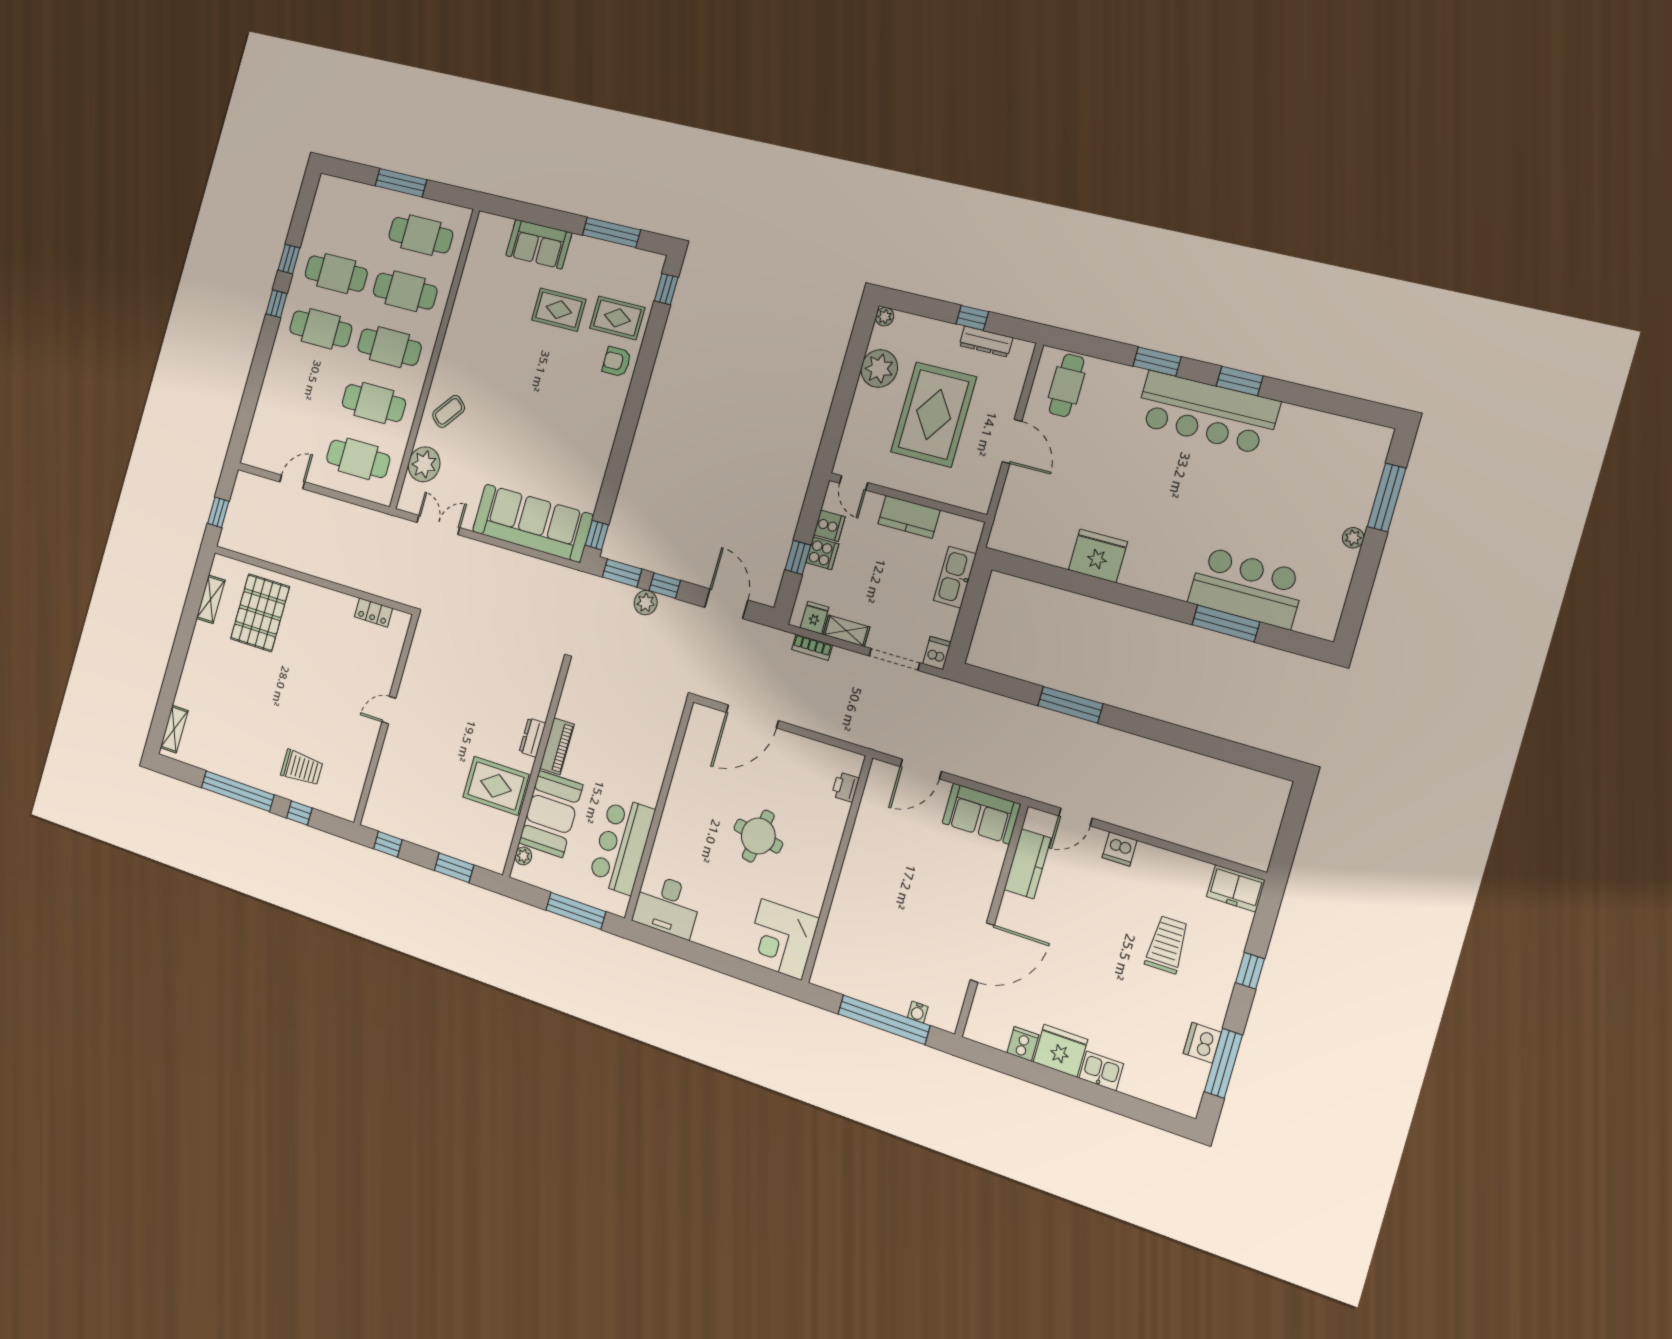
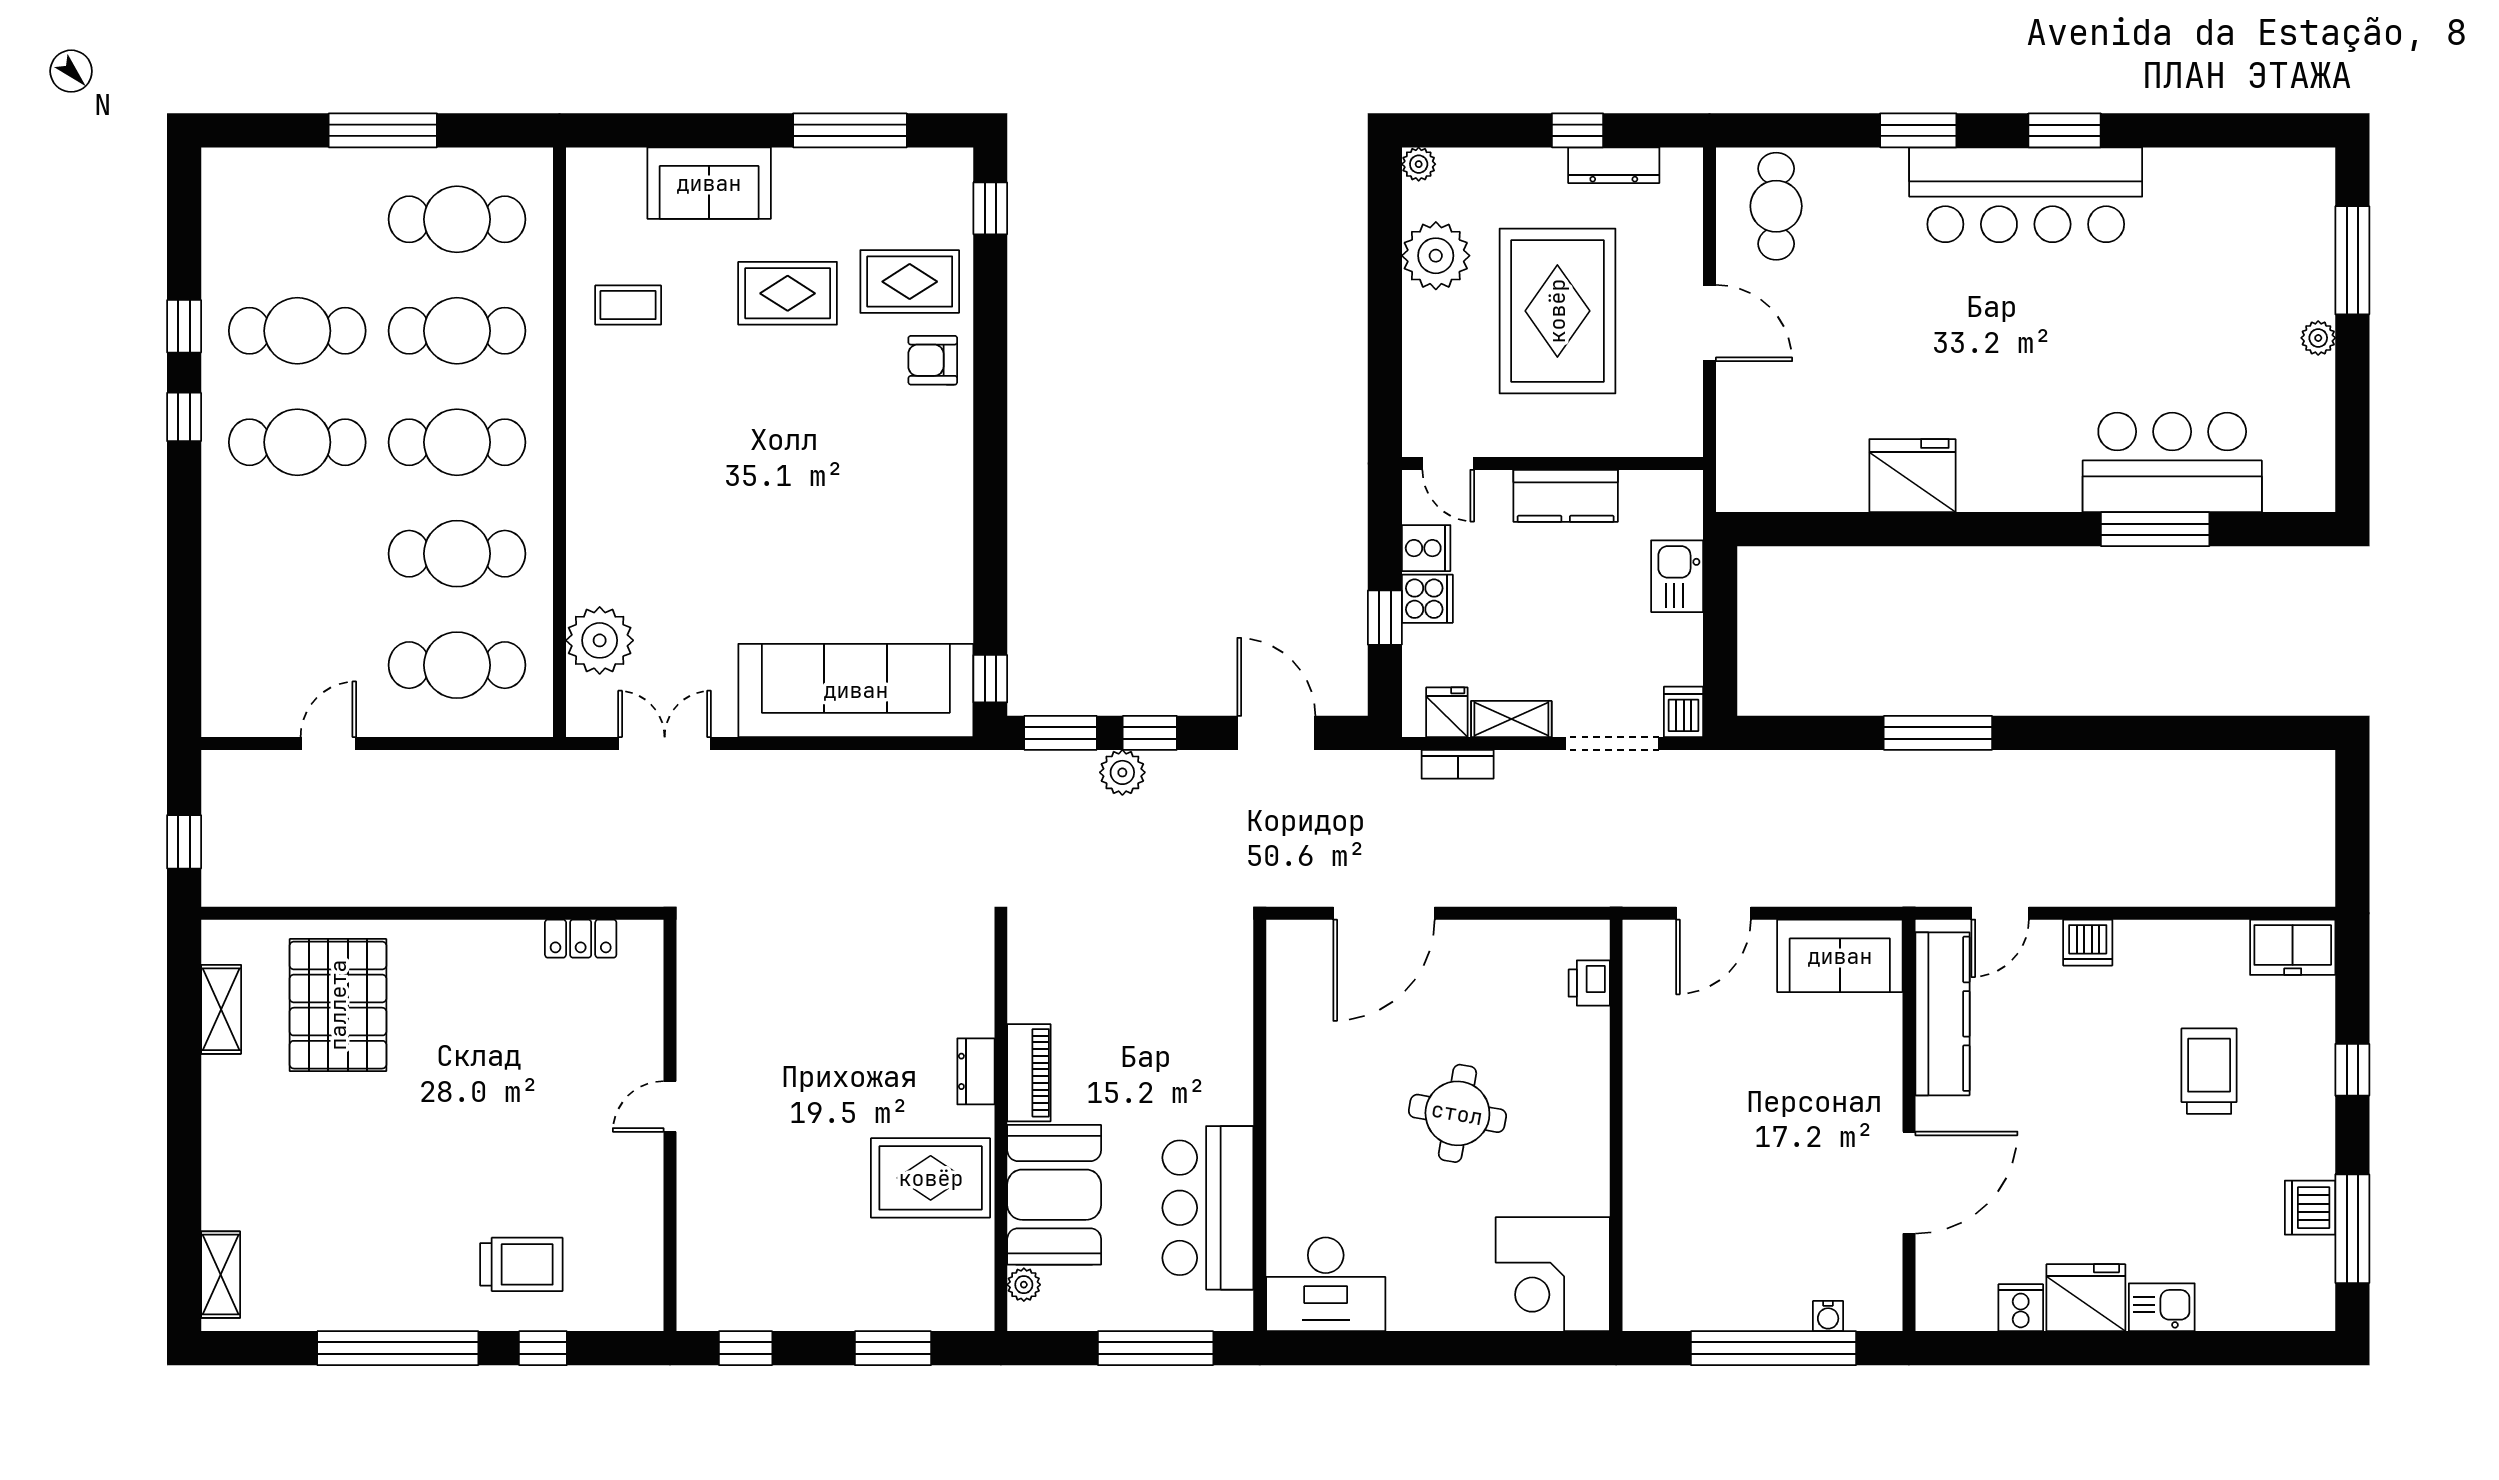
coffee table: (449, 411) -> (628, 305), moved, turned 51
kitchen sink: (955, 577) -> (1677, 576), width x0.73
kitchen counter: (1028, 864) -> (1942, 1014), width x1.50

